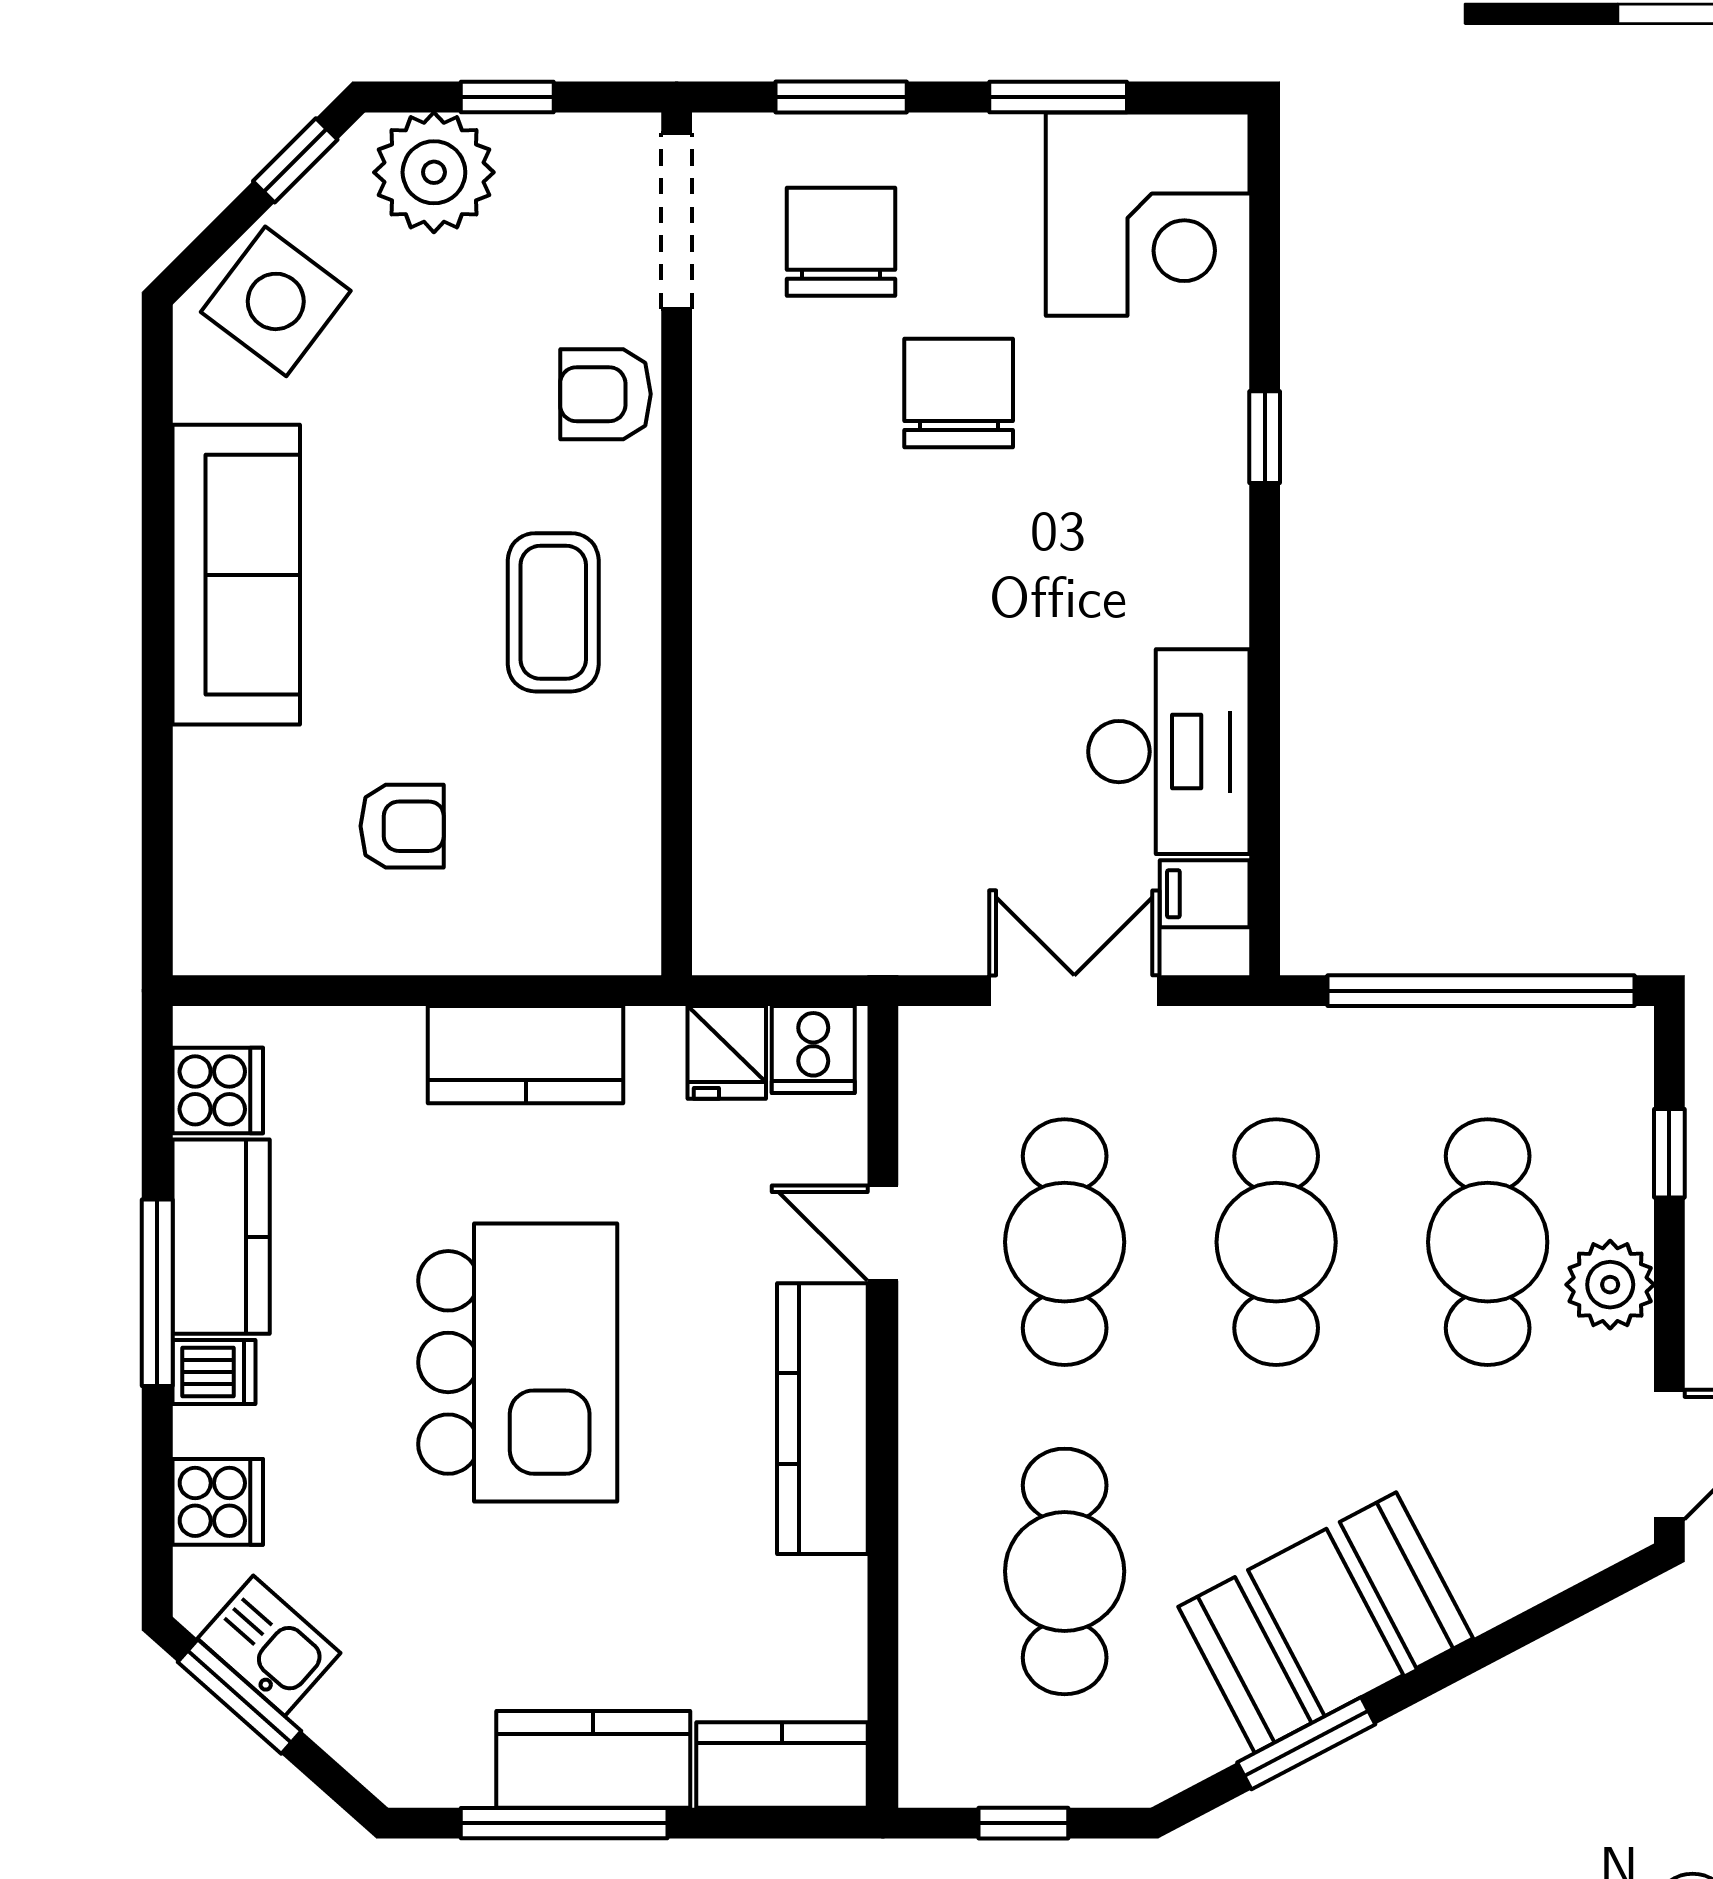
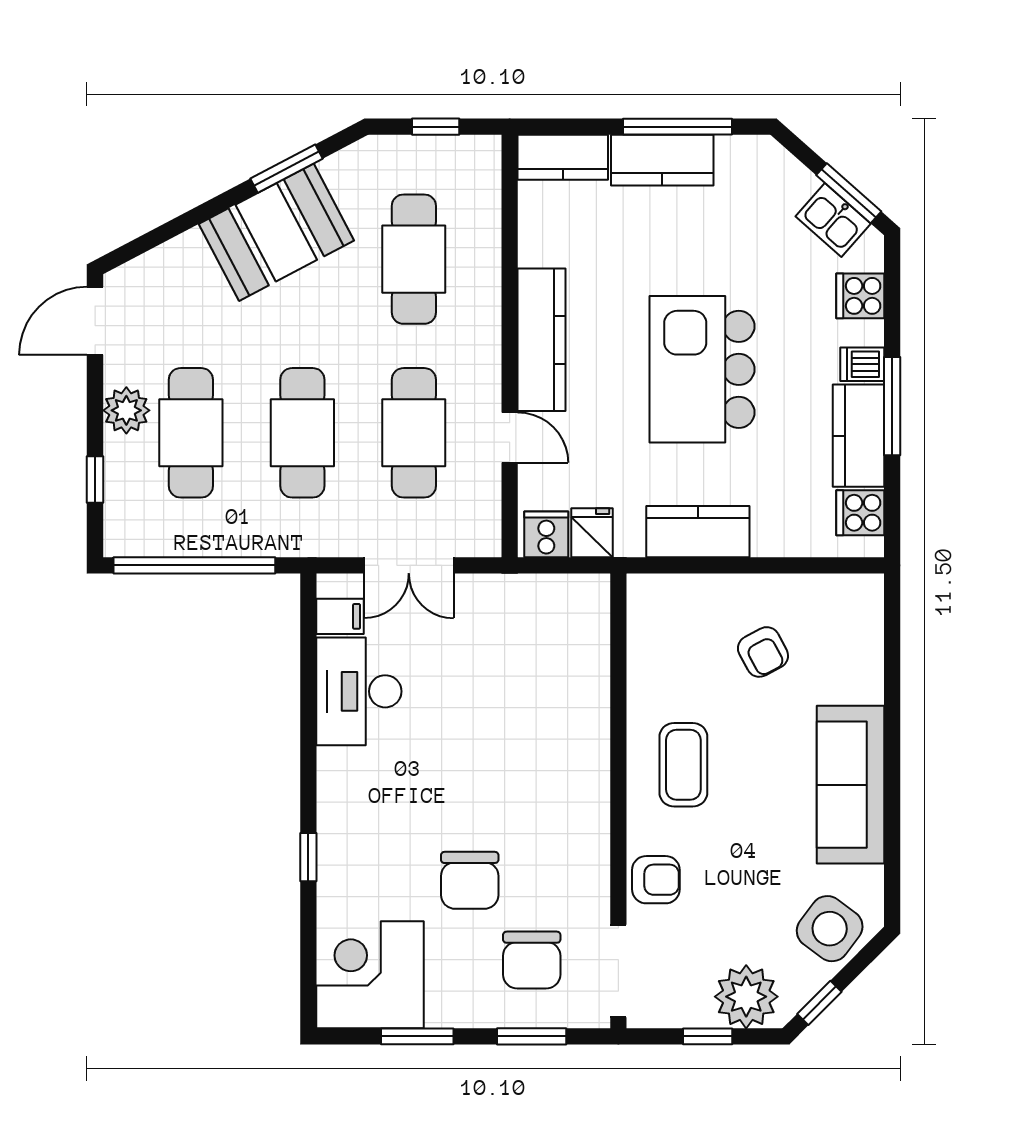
armchair: (402, 826) -> (763, 652), turned -118

